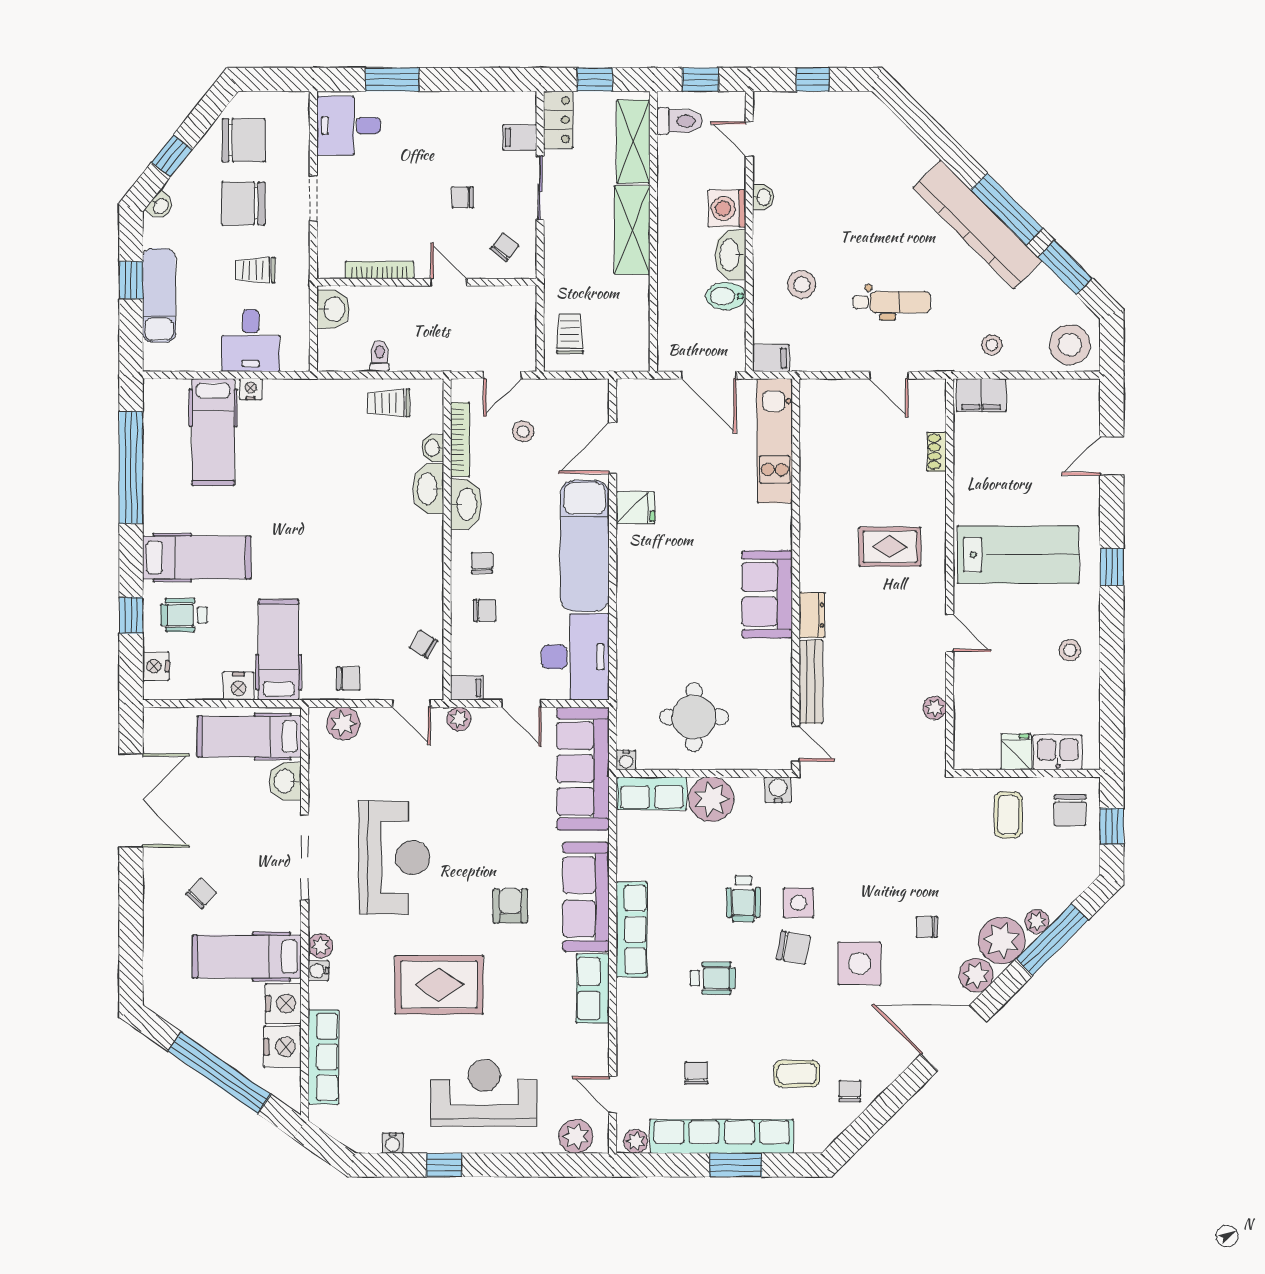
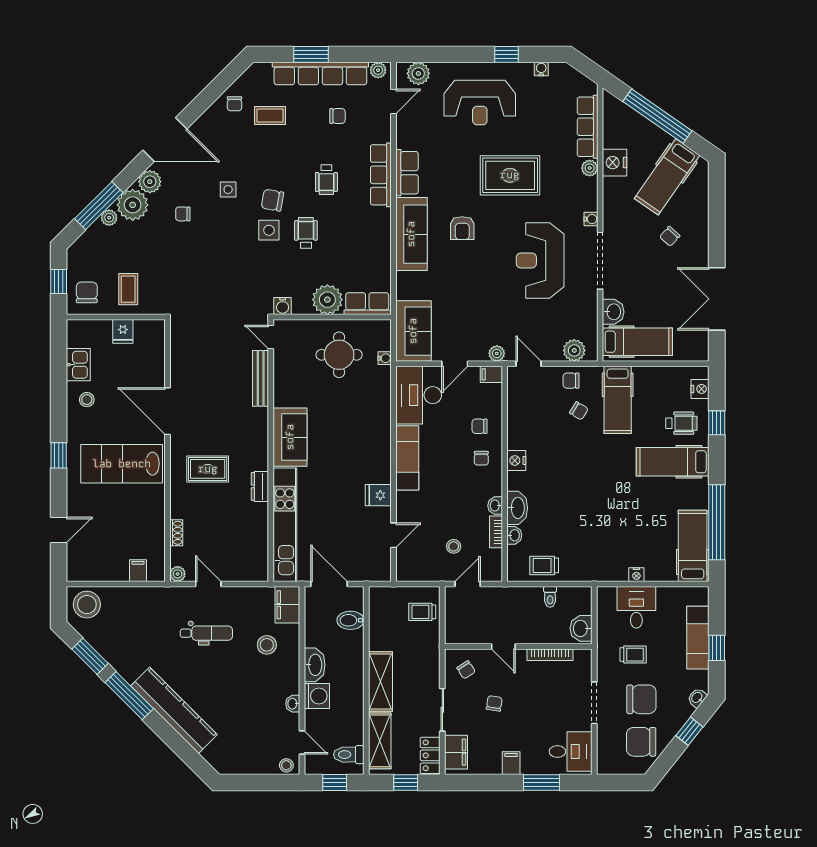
window: (813, 79) -> (259, 782), removed
filing cabinet: (438, 108) -> (511, 763), added
filing cabinet: (520, 137) -> (456, 752), width x2.00
chair: (463, 197) -> (494, 703), turned -81
doorway: (313, 198) -> (594, 703), width x1.38
kitchen counter: (977, 224) -> (174, 710), moved
chair: (505, 247) -> (466, 670), turned -72
bidet: (726, 296) -> (350, 620), moved, turned 180
dental chair: (892, 302) -> (206, 633), turned 180
trolley: (570, 334) -> (422, 612), turned 90
stool: (992, 345) -> (286, 765), moved
filing cabinet: (771, 358) -> (287, 605), width x2.00
filing cabinet: (981, 395) -> (138, 571), width x0.50
trolley: (388, 403) -> (544, 565), turned 180
hospital bed: (213, 432) -> (693, 546), moved
bookcase: (460, 440) -> (496, 532), width x0.64
kitchen unit: (775, 441) -> (285, 525), width x1.36
door: (613, 448) -> (394, 535), width x0.73
washbasin: (466, 504) -> (495, 506), width x0.52, depth x0.69
exam couch: (585, 546) -> (407, 458), width x0.73, depth x0.69
dresser: (812, 615) -> (260, 486), moved
door: (950, 633) -> (167, 411), width x1.88
chair: (424, 644) -> (579, 411), moved
nightstand: (238, 686) -> (516, 461), moved, turned -90
door: (522, 704) -> (455, 364), swing flipped
plant: (935, 708) -> (178, 574), moved
kitchen sink: (1058, 752) -> (78, 365), moved, turned -90
water cooler: (626, 760) -> (385, 358), moved, turned 90
sofa: (583, 769) -> (413, 331), width x0.73
chair: (927, 927) -> (183, 214), turned 180
row of seats: (632, 929) -> (381, 175), moved
plant: (320, 946) -> (590, 168), moved
hospital bed: (247, 957) -> (667, 177), moved, turned 125
side table: (859, 963) -> (228, 190), width x0.54, depth x0.54
water cooler: (318, 971) -> (591, 219), moved
wheelchair: (713, 978) -> (326, 180), turned -90
nightstand: (282, 1047) -> (615, 134), removed
chair: (696, 1073) -> (338, 116), turned -90
door: (613, 1095) -> (394, 102), hinge flipped

